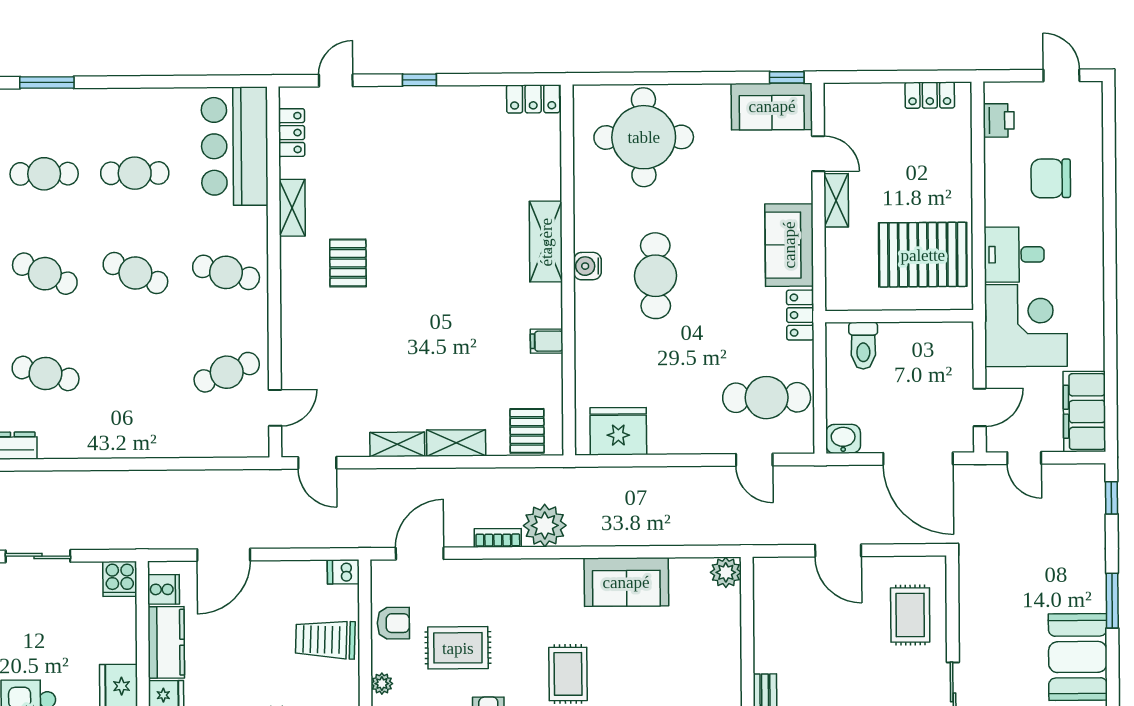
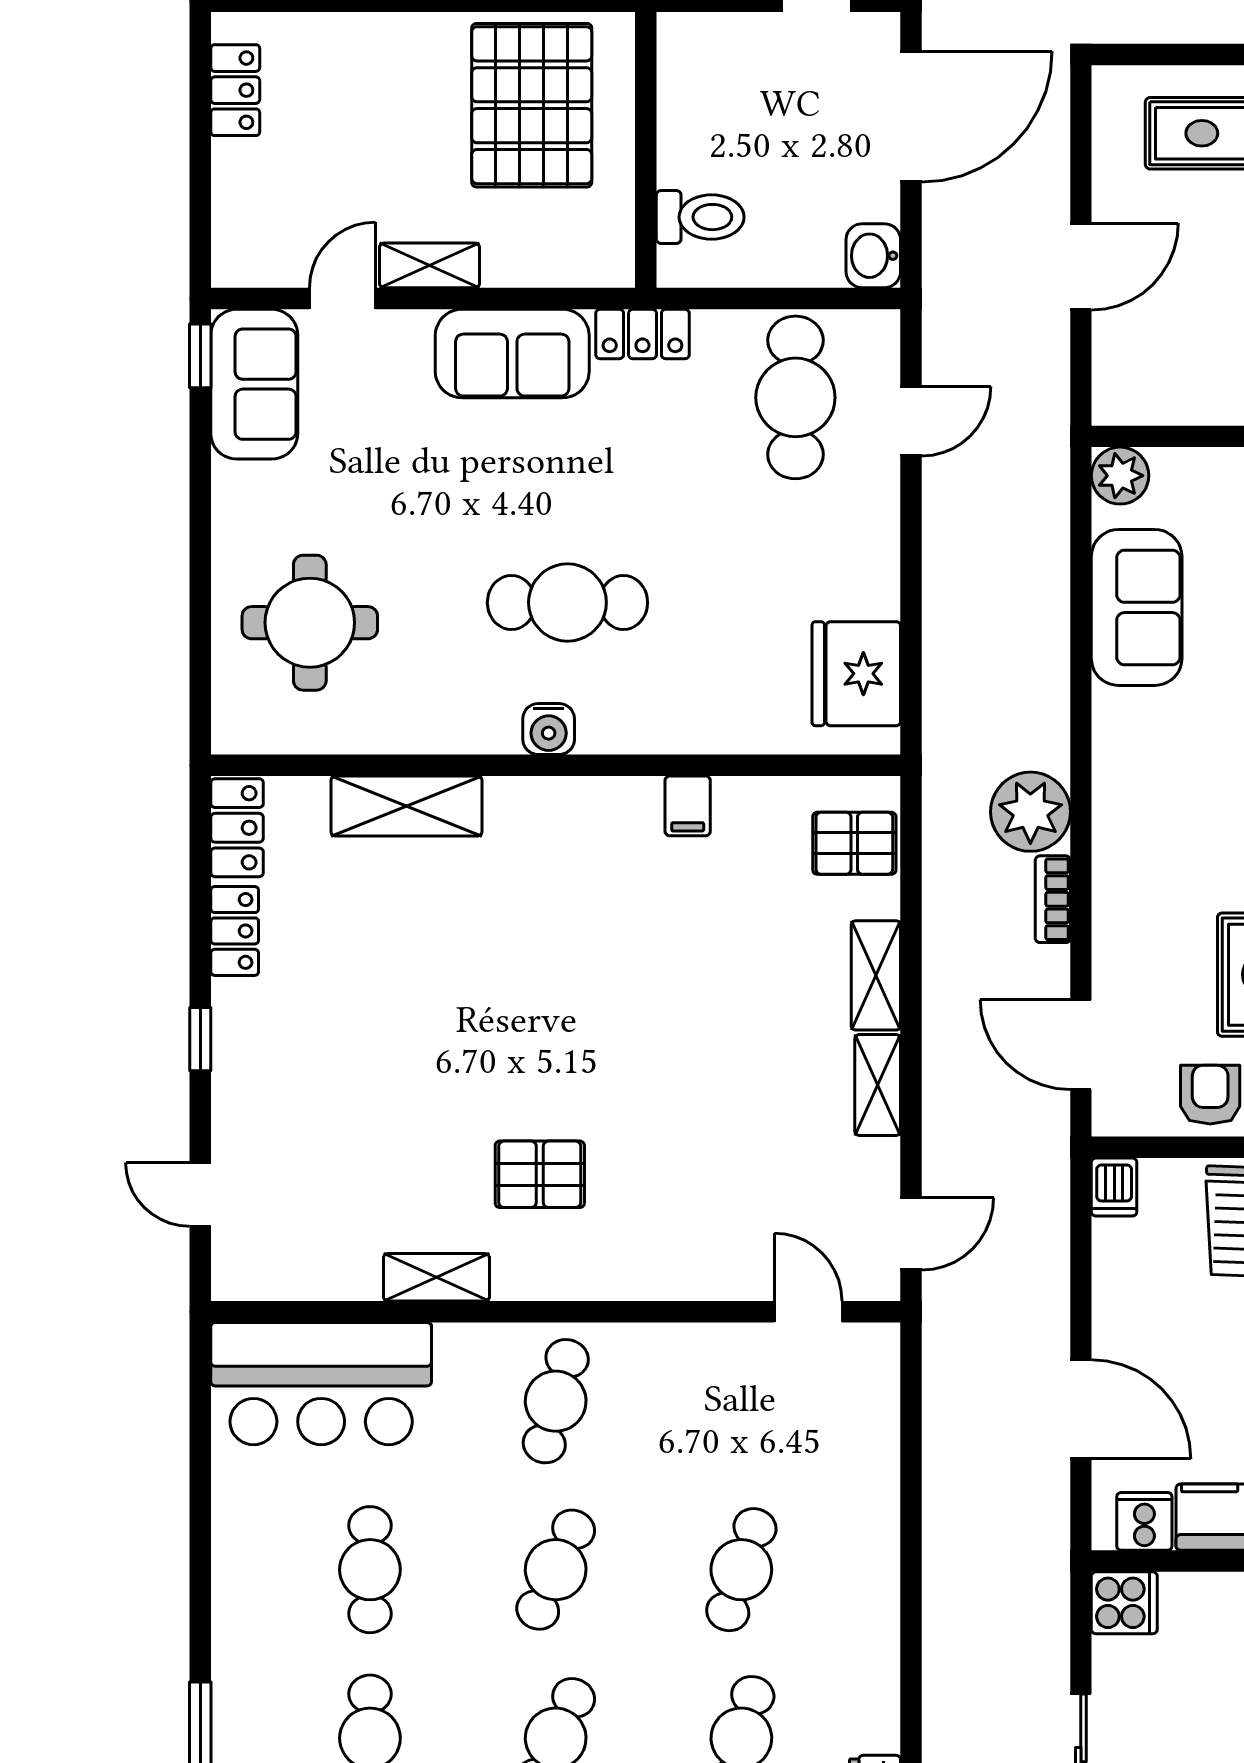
locker: (292, 133) -> (235, 931), moved, turned 90
round table: (644, 137) -> (310, 623), width x0.73, depth x0.73
shelving: (546, 242) -> (406, 806), moved
cafe table: (227, 372) -> (741, 1570), moved, turned 39
sofa: (626, 582) -> (1137, 607), moved

